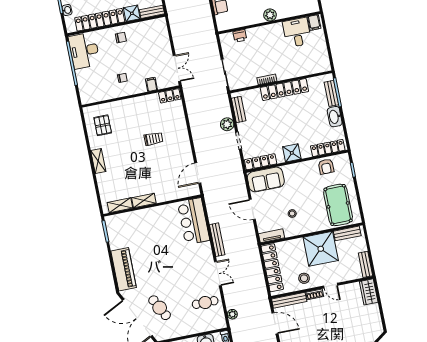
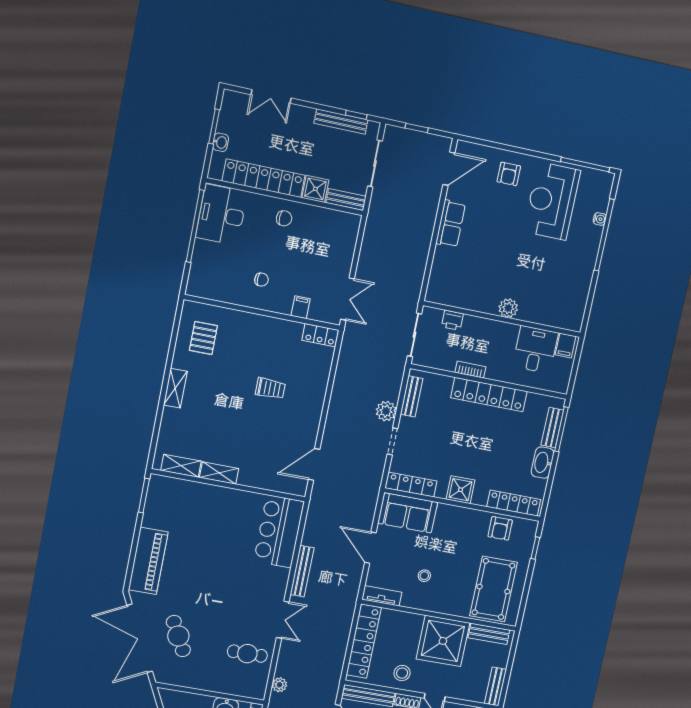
plant: (270, 15) -> (508, 308), moved
wall: (269, 23) -> (502, 319), moved
filing cabinet: (314, 23) -> (566, 346), moved
desk: (297, 32) -> (535, 350), moved
printer: (240, 36) -> (452, 320), moved

